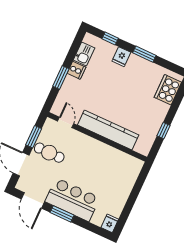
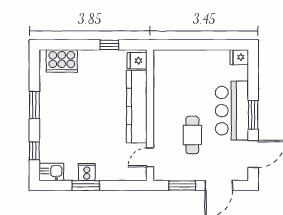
kitchen sink: (84, 54) -> (51, 172), moved
fridge: (121, 57) -> (137, 61), moved, turned 180
window: (61, 77) -> (86, 185), moved
cafe table: (49, 153) -> (192, 135), moved

